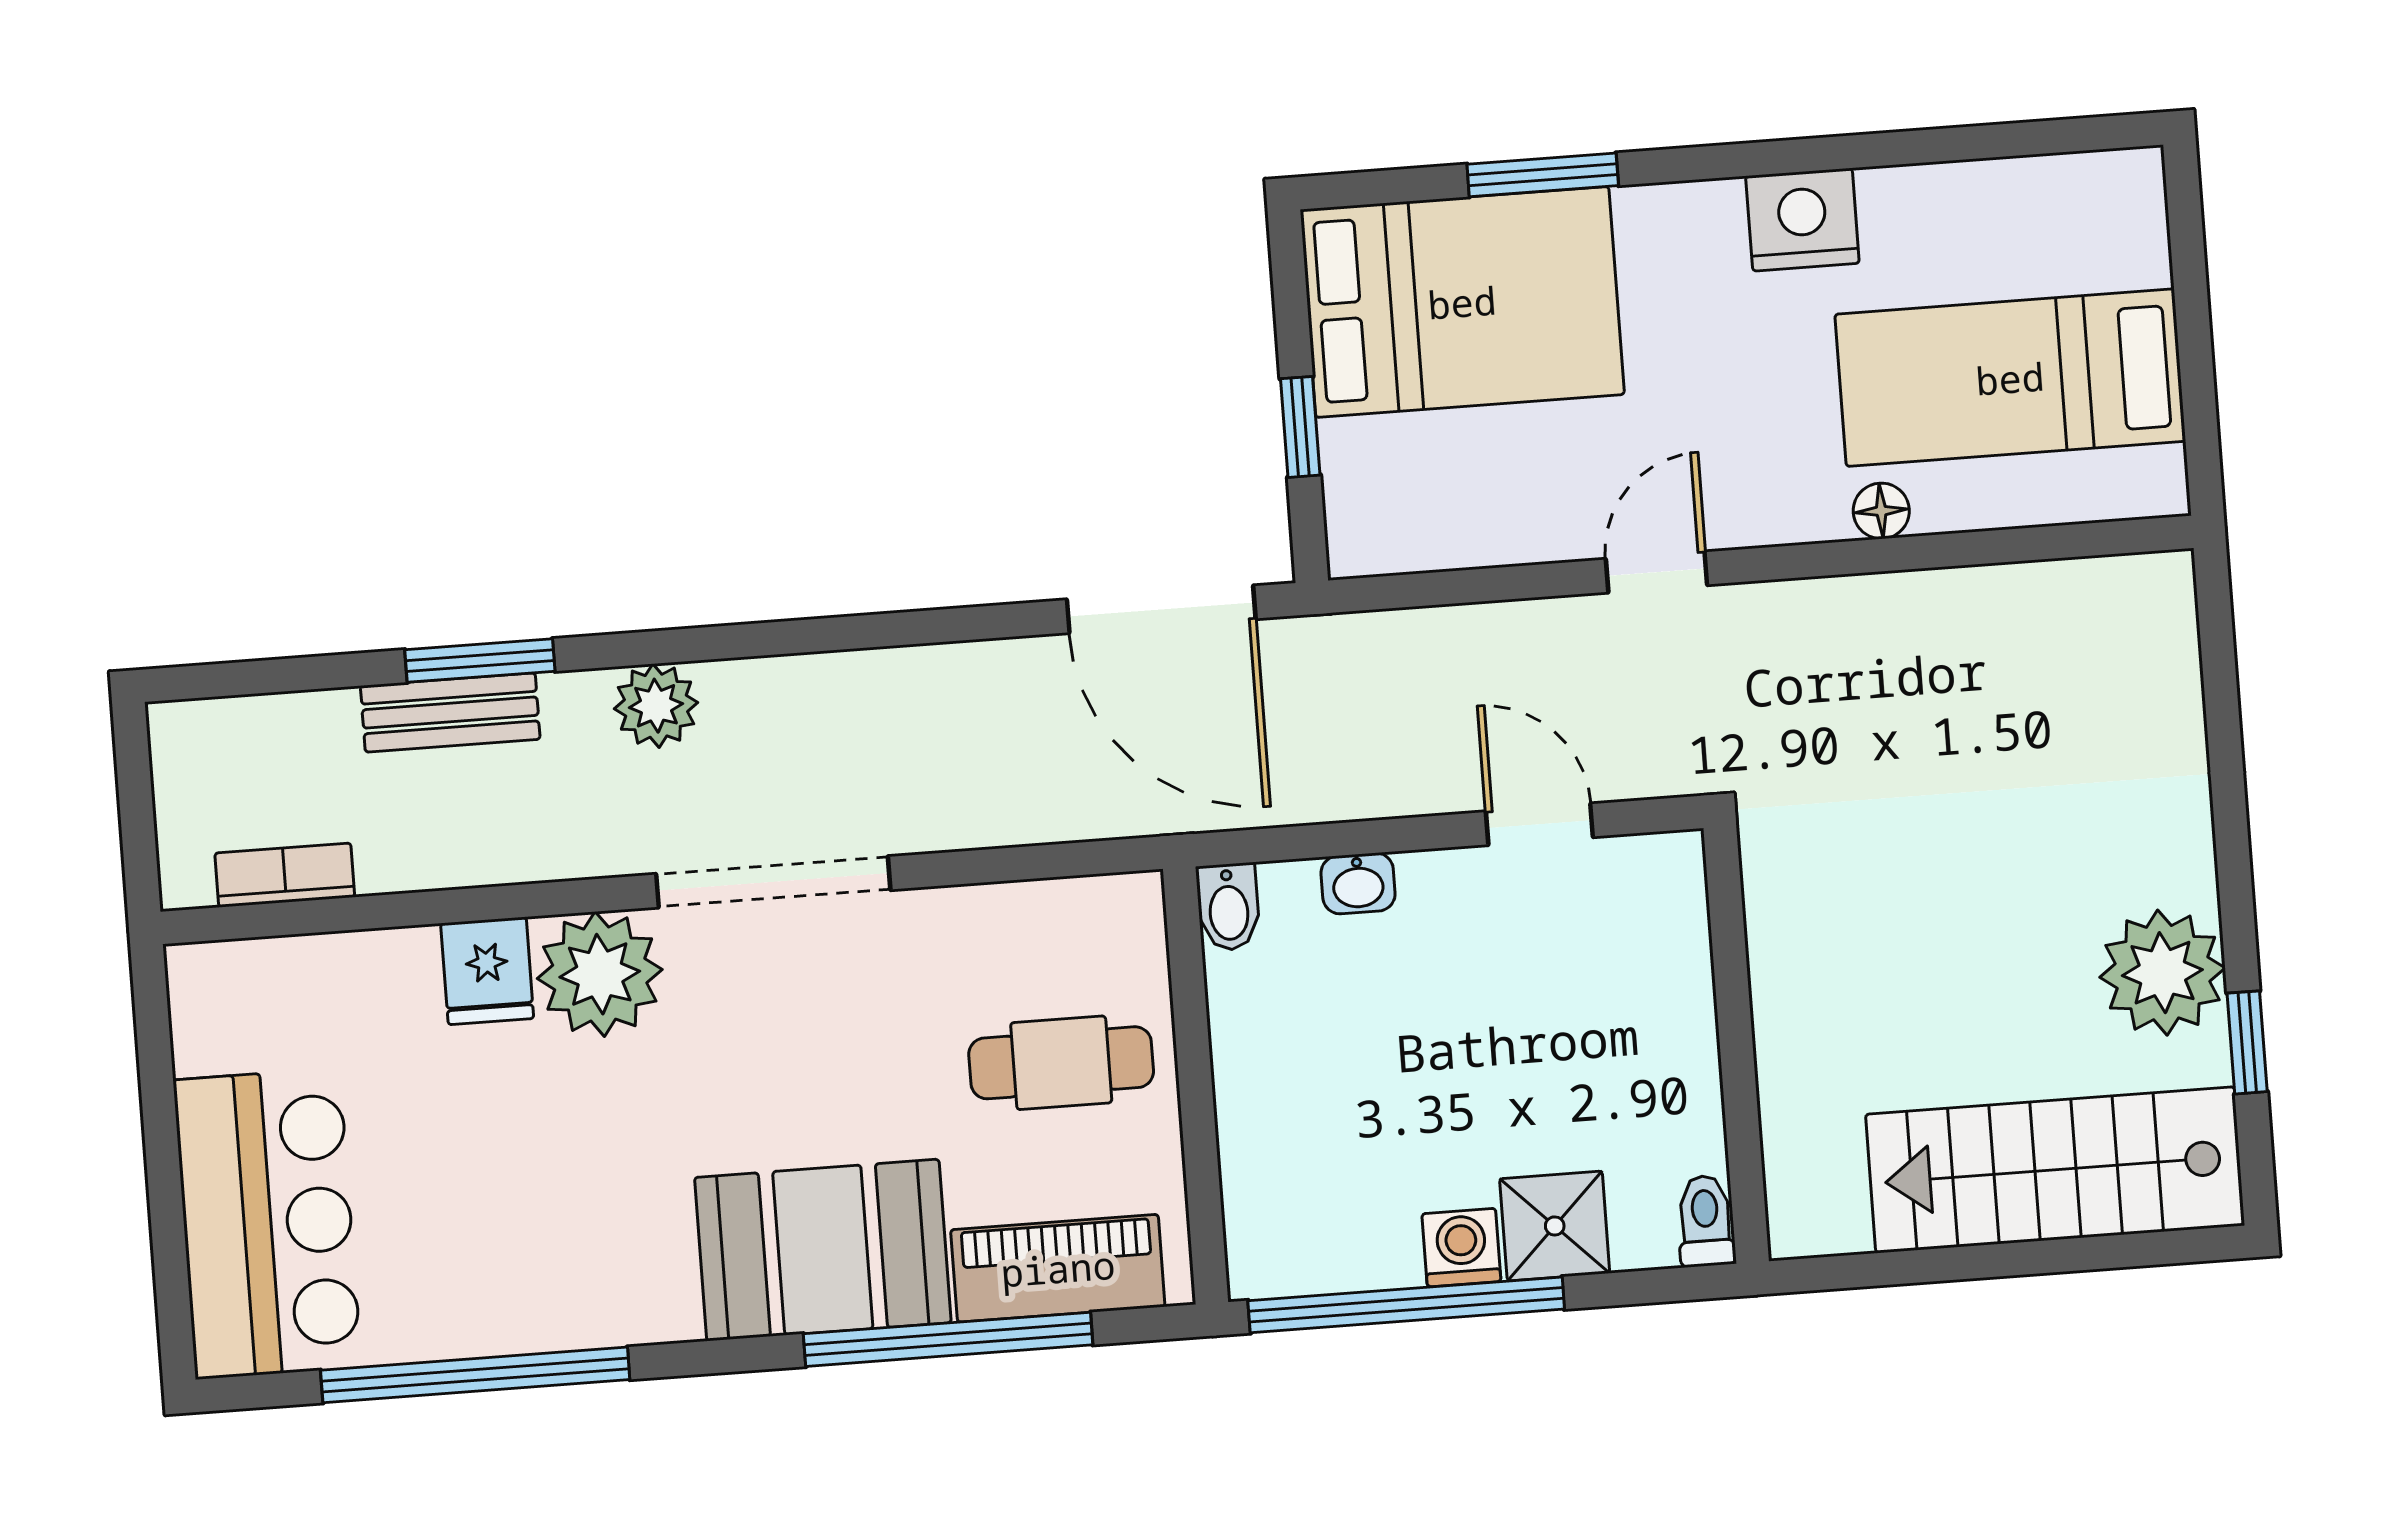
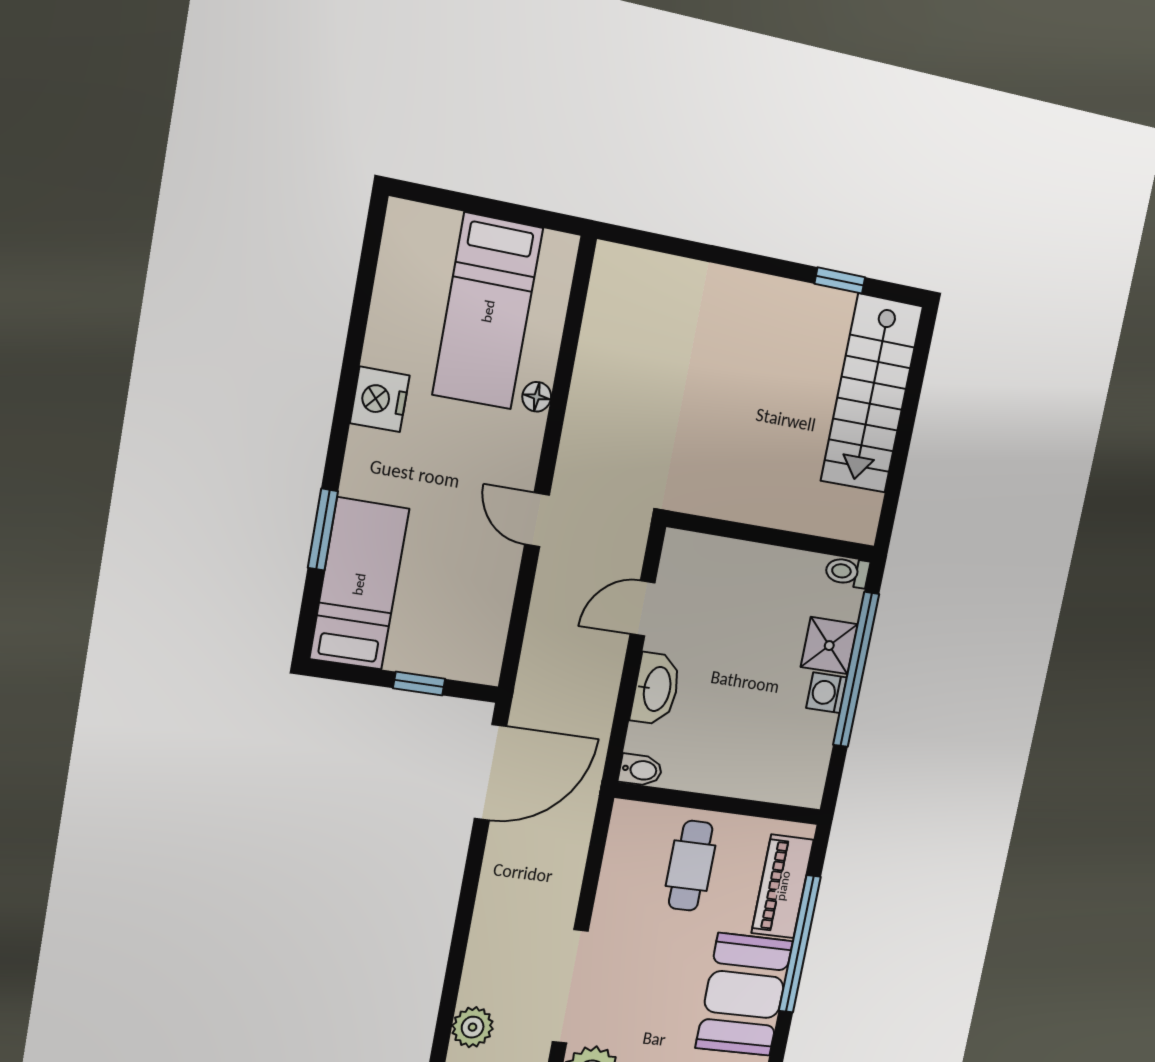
bed: (1462, 302) -> (359, 584), width x0.67
washbasin: (1358, 883) -> (656, 689), width x1.91, depth x1.45
plant: (2162, 973) -> (796, 314), removed
window: (1406, 1305) -> (856, 670), moved

